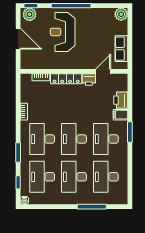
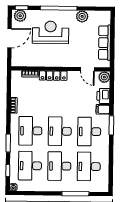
plant: (121, 14) -> (82, 16), moved
reception desk: (63, 32) -> (50, 32), turned 90
door: (18, 39) -> (9, 38), hinge flipped
row of seats: (121, 49) -> (105, 43), width x1.48
door: (103, 71) -> (87, 69), swing flipped
printer: (89, 80) -> (74, 77), removed
plant: (122, 80) -> (104, 77), added

